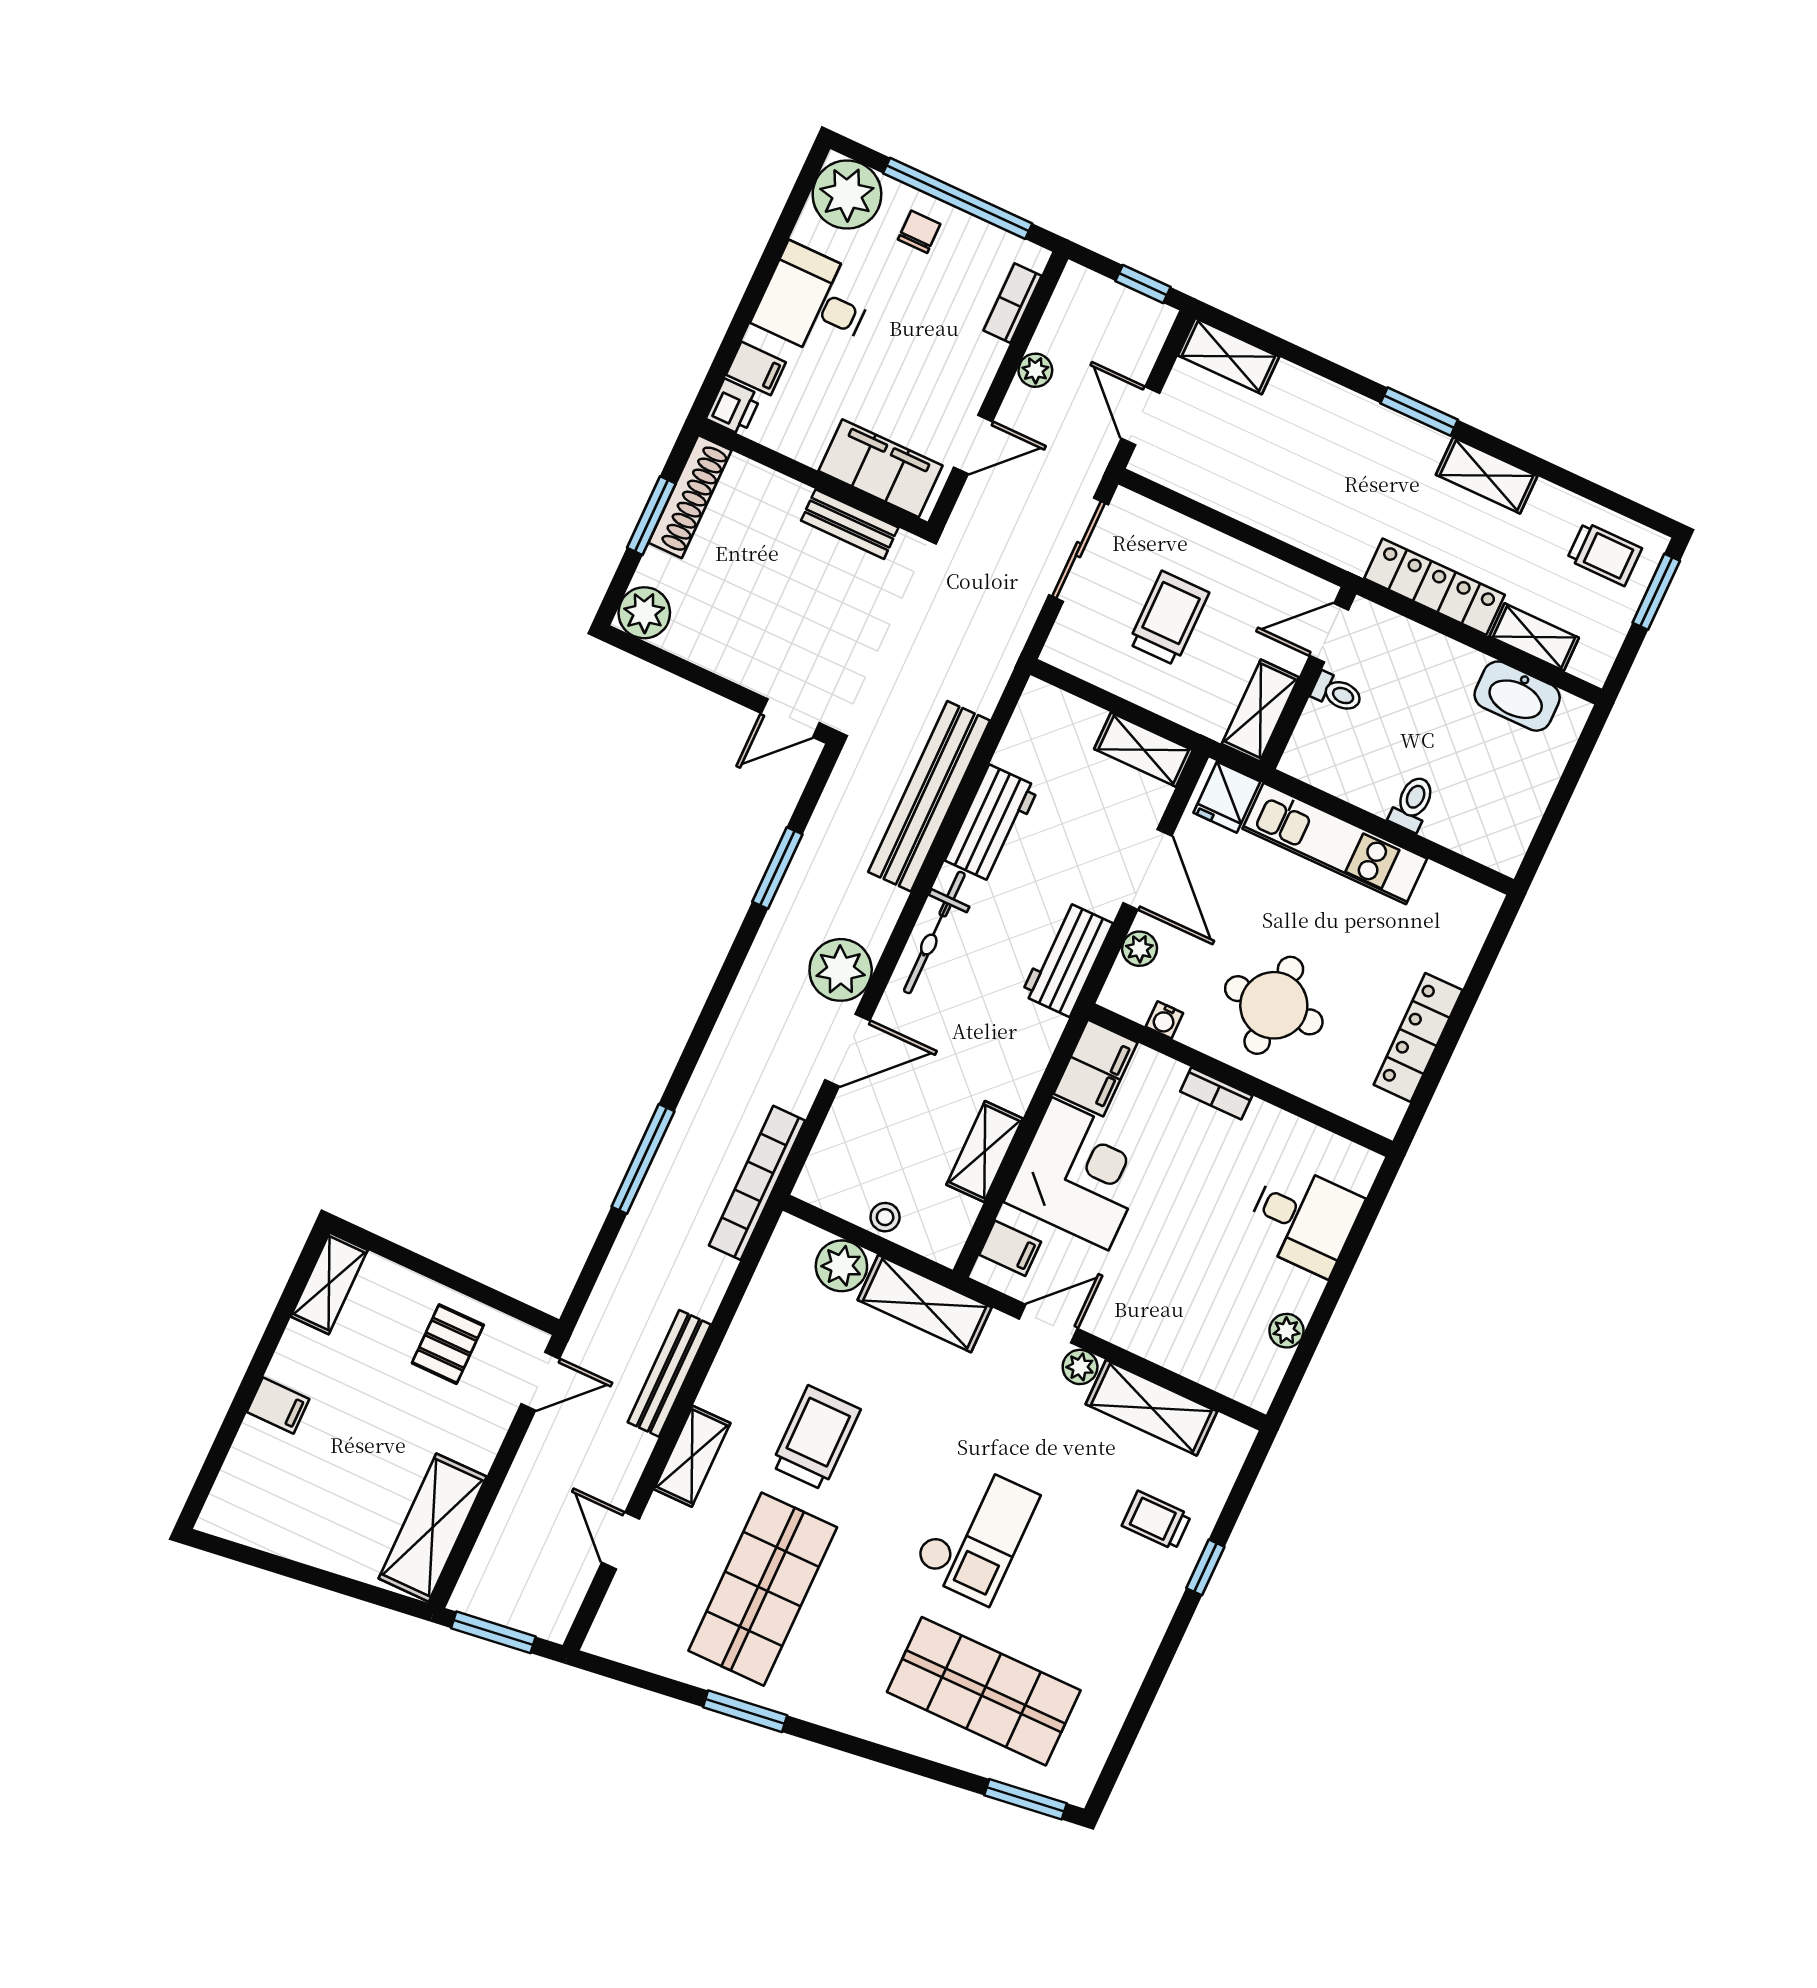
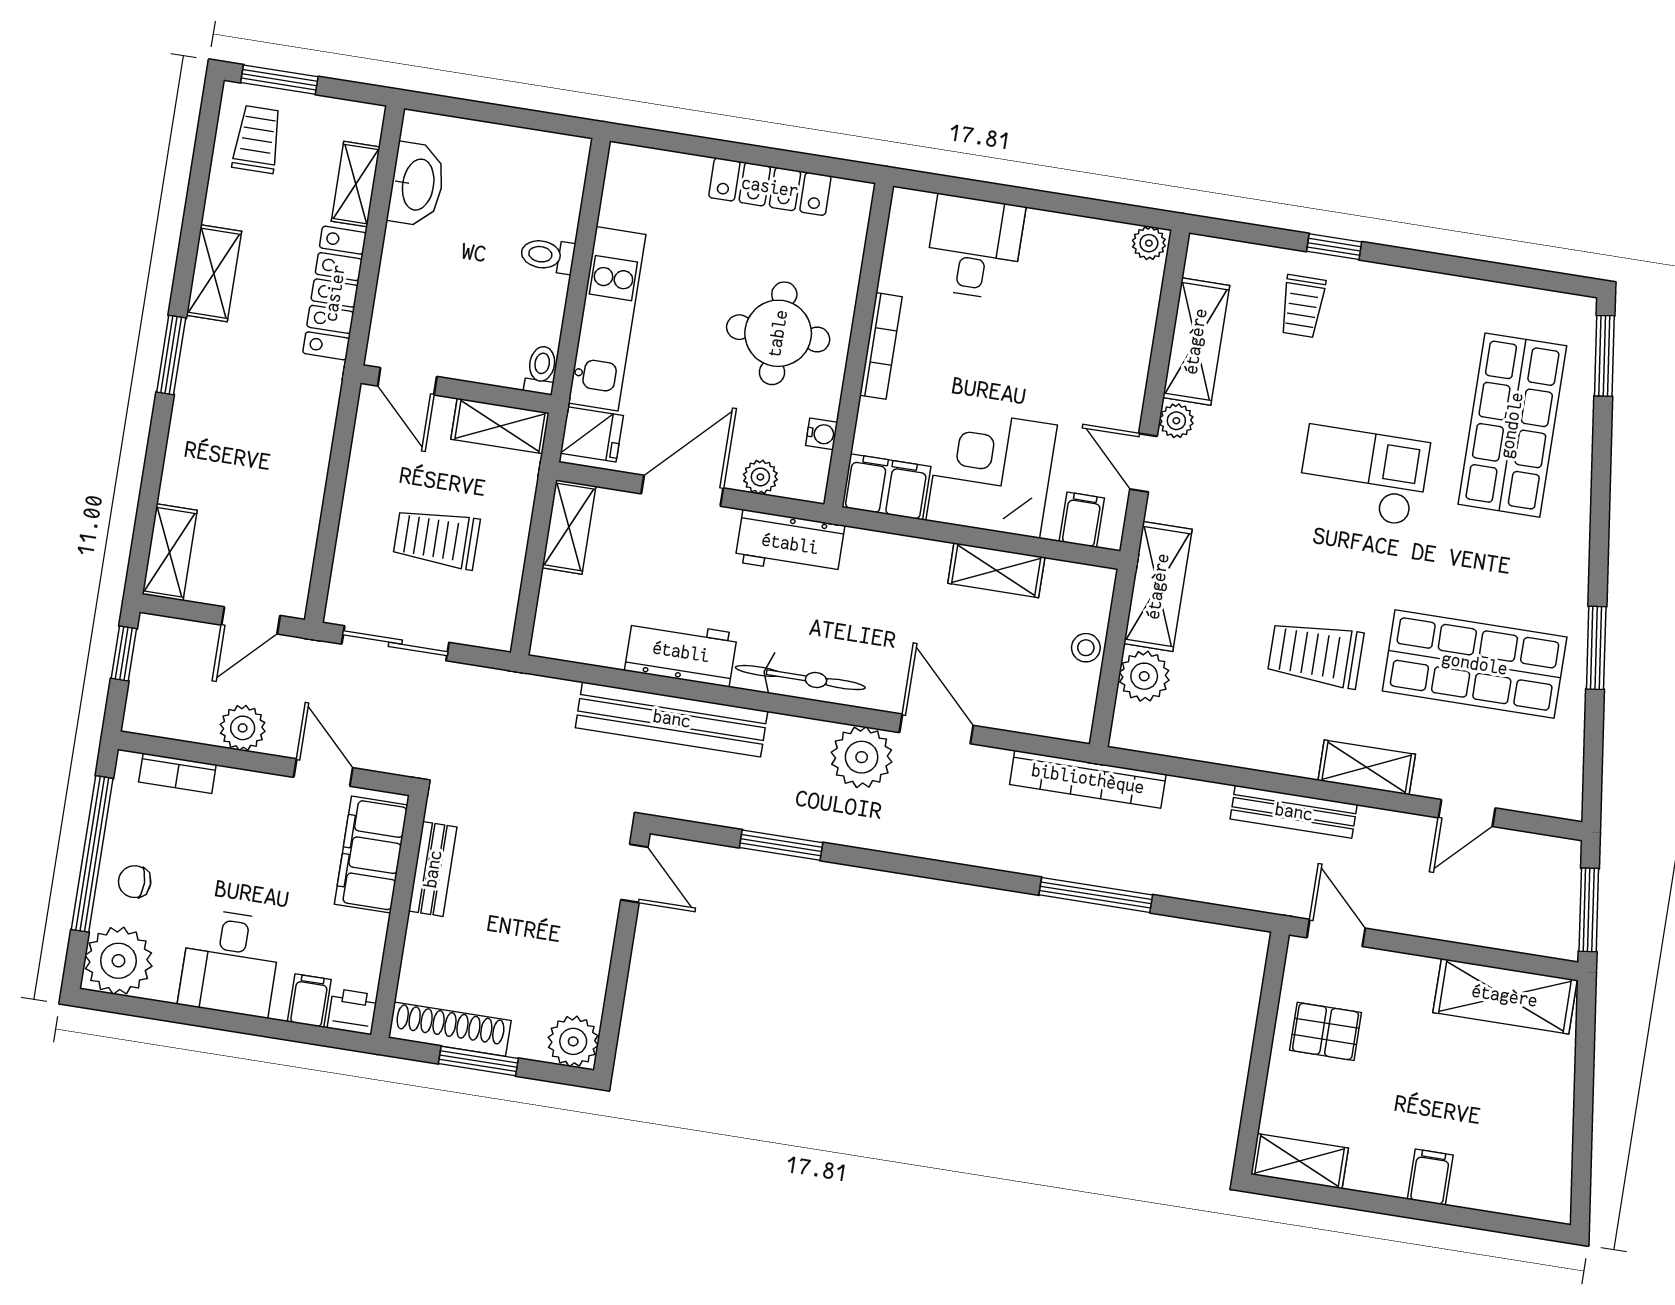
plant: (1035, 370) -> (243, 728), width x1.38, depth x1.38
toilet: (1337, 693) -> (541, 370), moved
bookcase: (1216, 1093) -> (881, 346), width x1.56
plant: (1286, 1331) -> (1149, 243), moved

